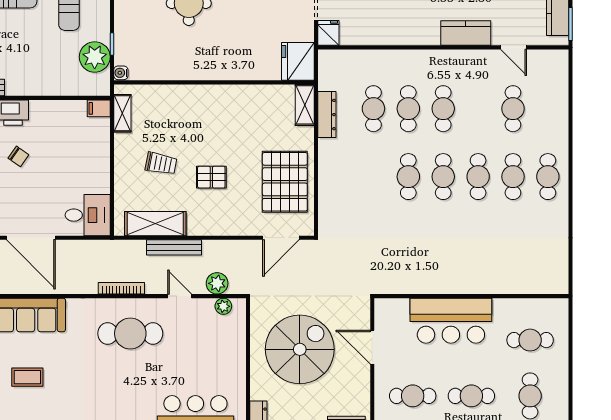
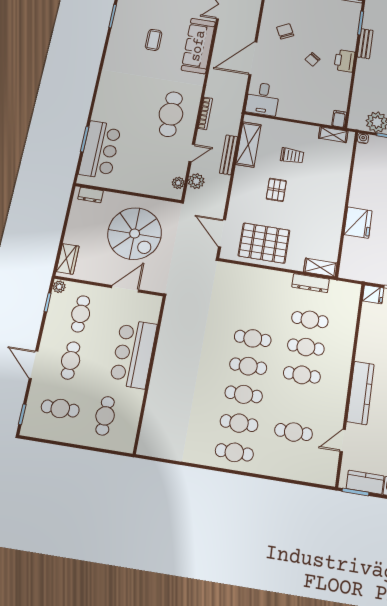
kitchen counter: (466, 33) -> (361, 393), width x1.50
fridge: (298, 61) -> (358, 223), moved, turned 90
trolley: (161, 164) -> (292, 156), turned -101

